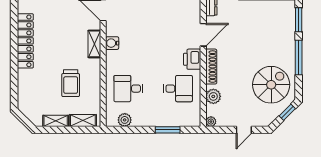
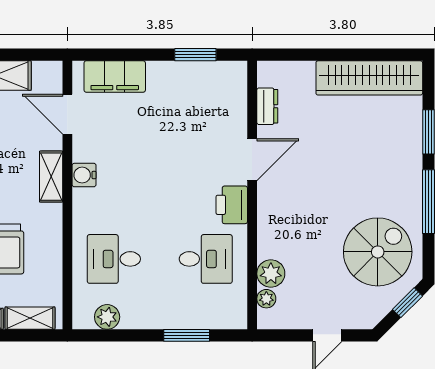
shoe rack: (211, 67) -> (267, 218), removed
plant: (211, 122) -> (266, 299), moved

